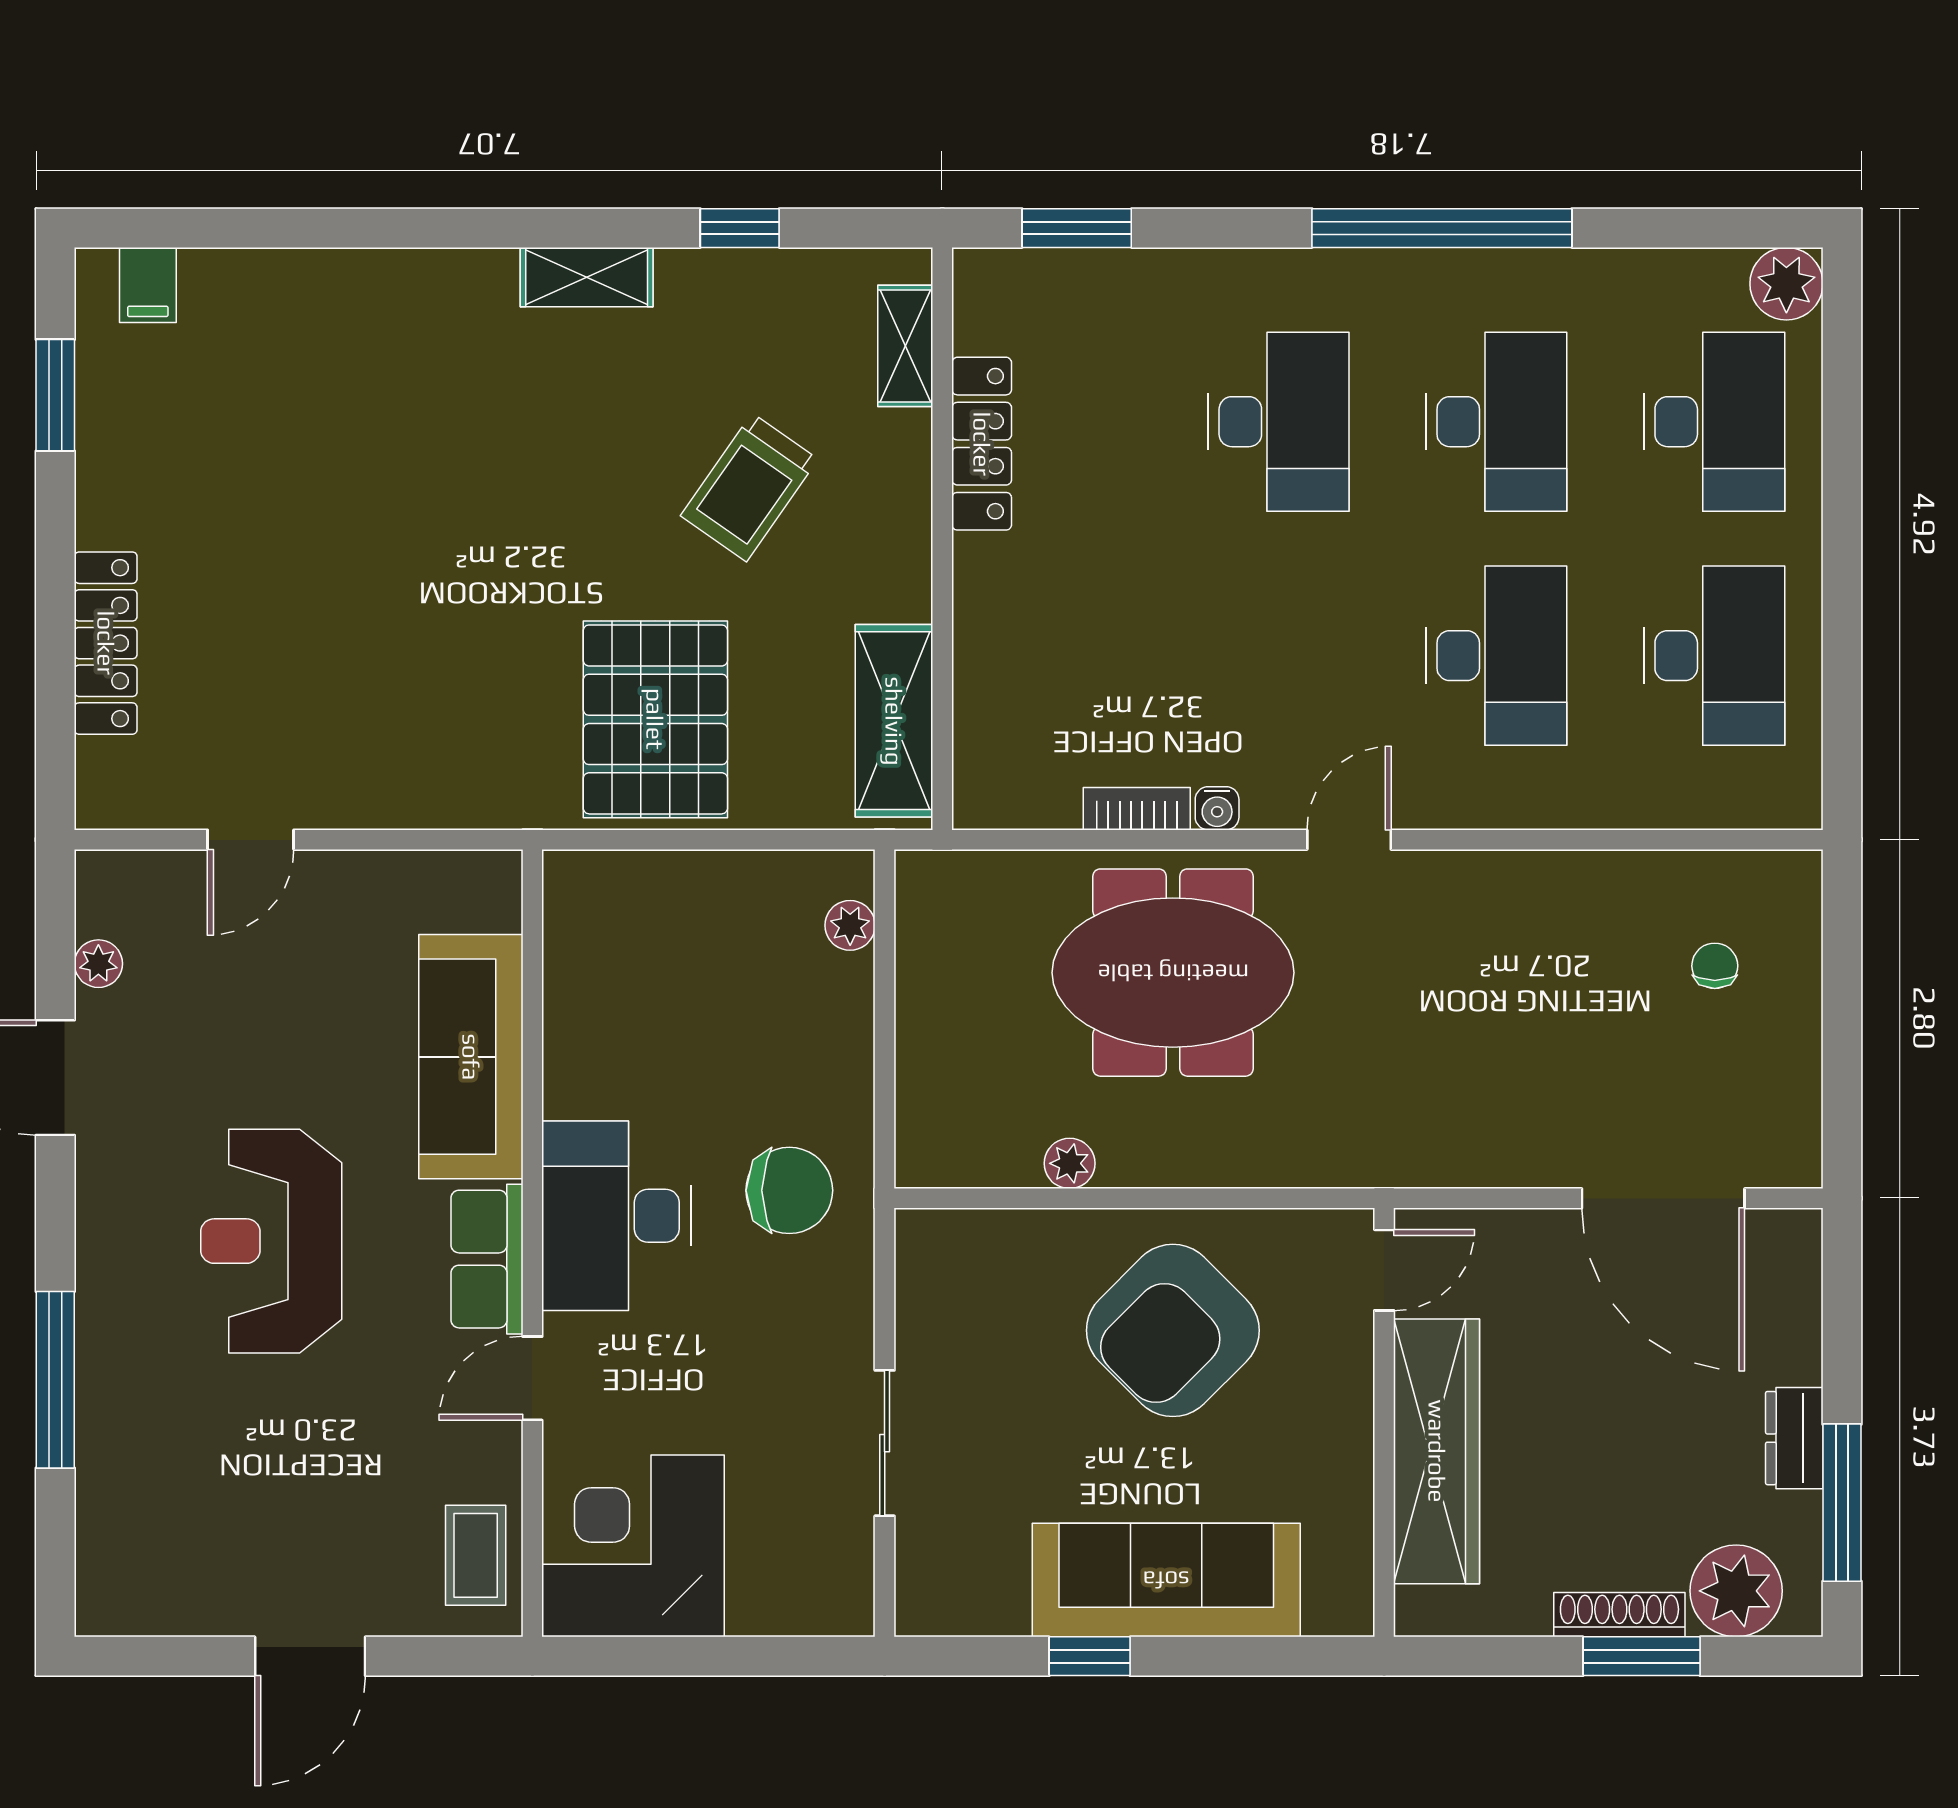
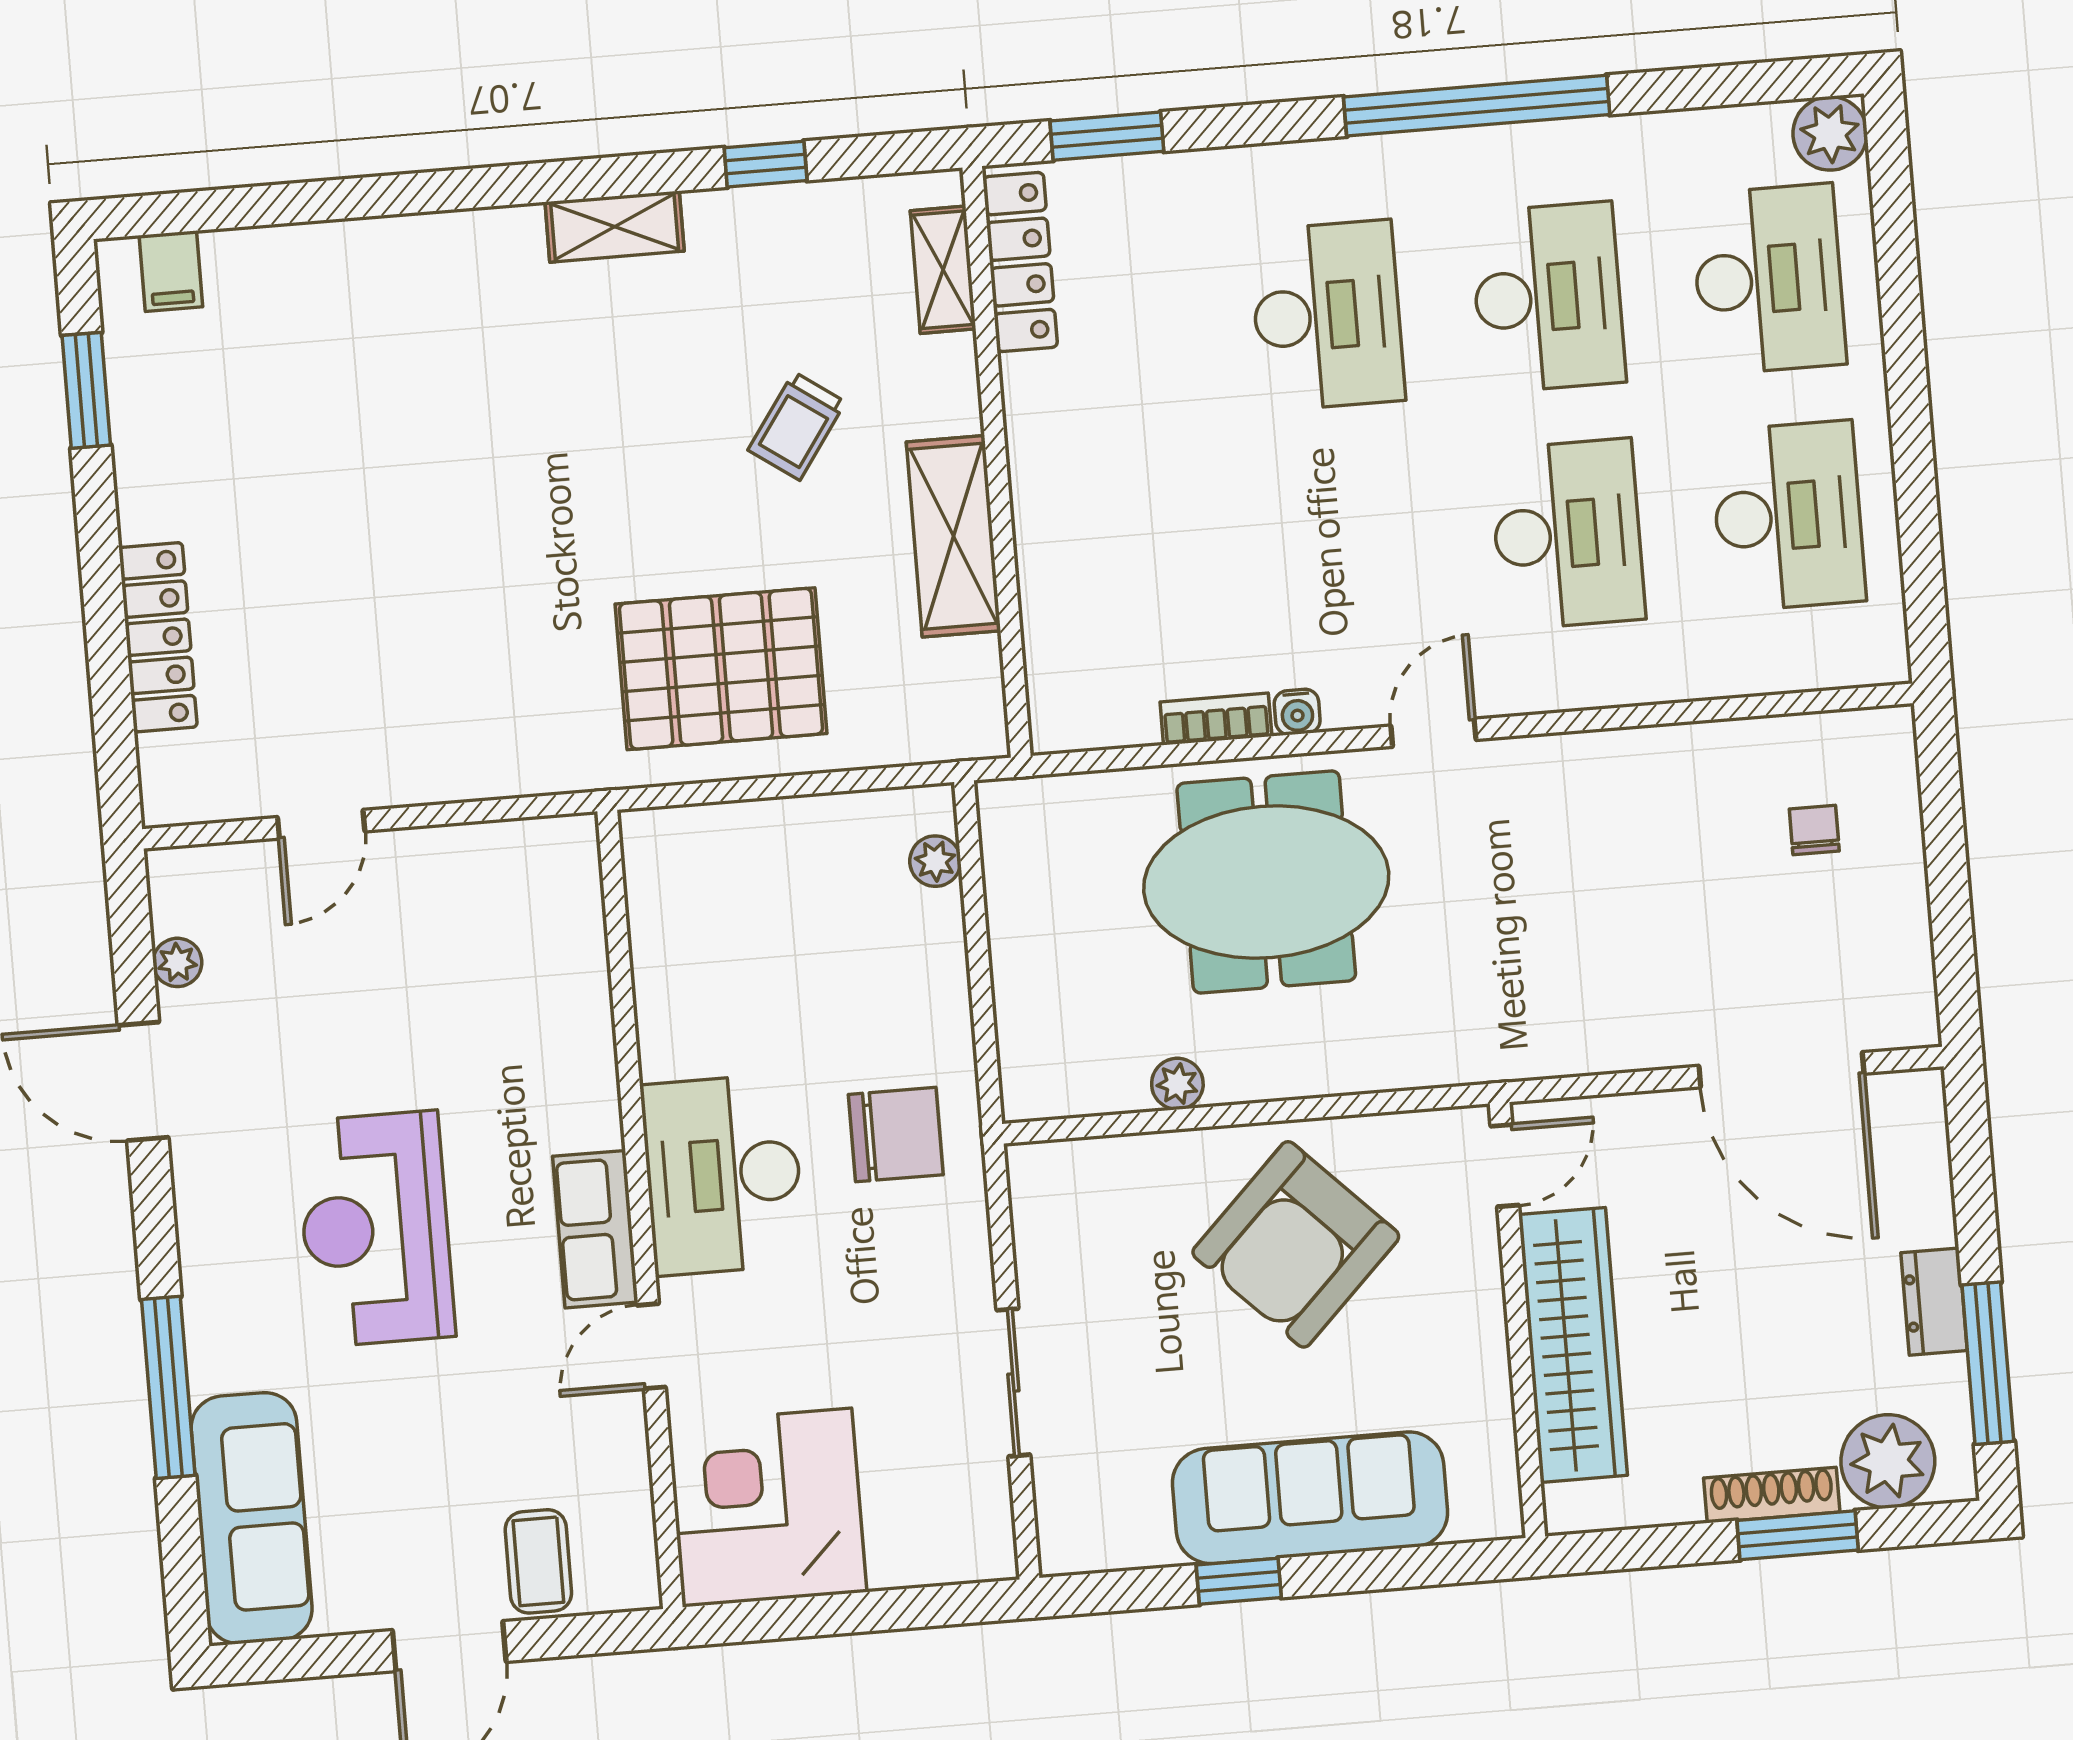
locker: (982, 444) -> (1020, 262), moved
trolley: (749, 487) -> (797, 426), width x0.73, depth x0.72
pallet: (655, 719) -> (721, 669), turned 90
shelving: (894, 721) -> (953, 536), moved
sofa: (471, 1057) -> (252, 1518), moved, turned 180
coffee table: (476, 1555) -> (538, 1561), moved

